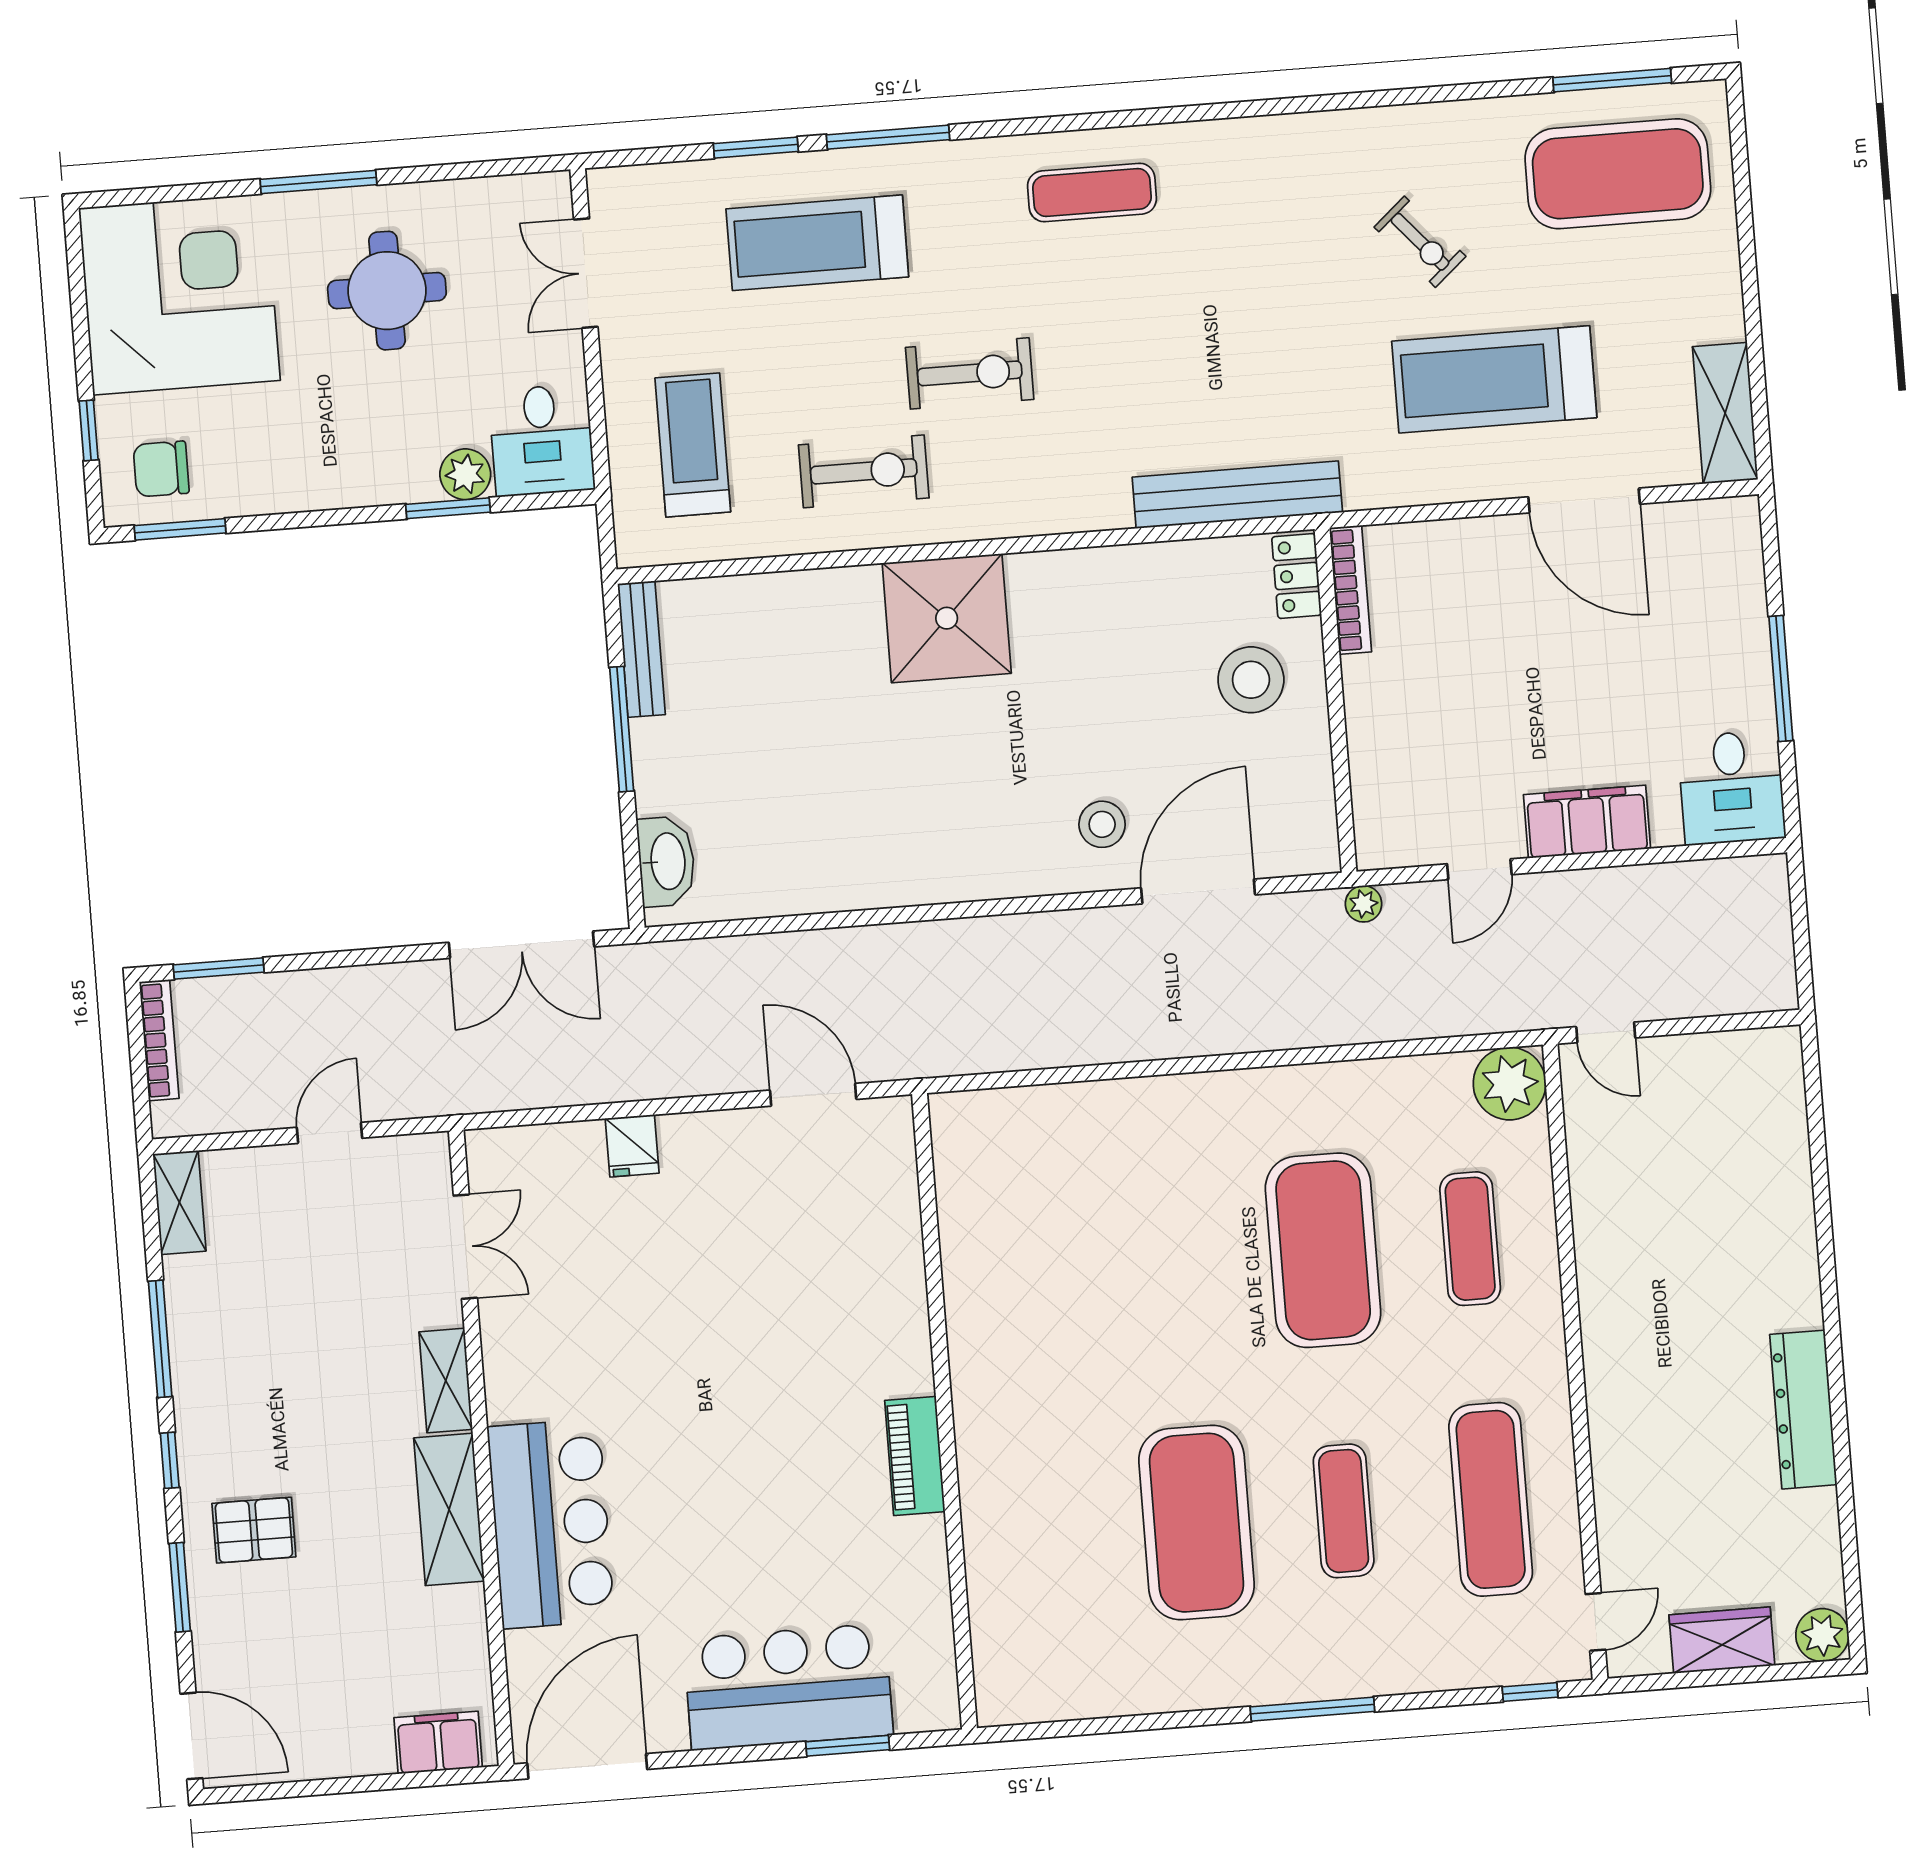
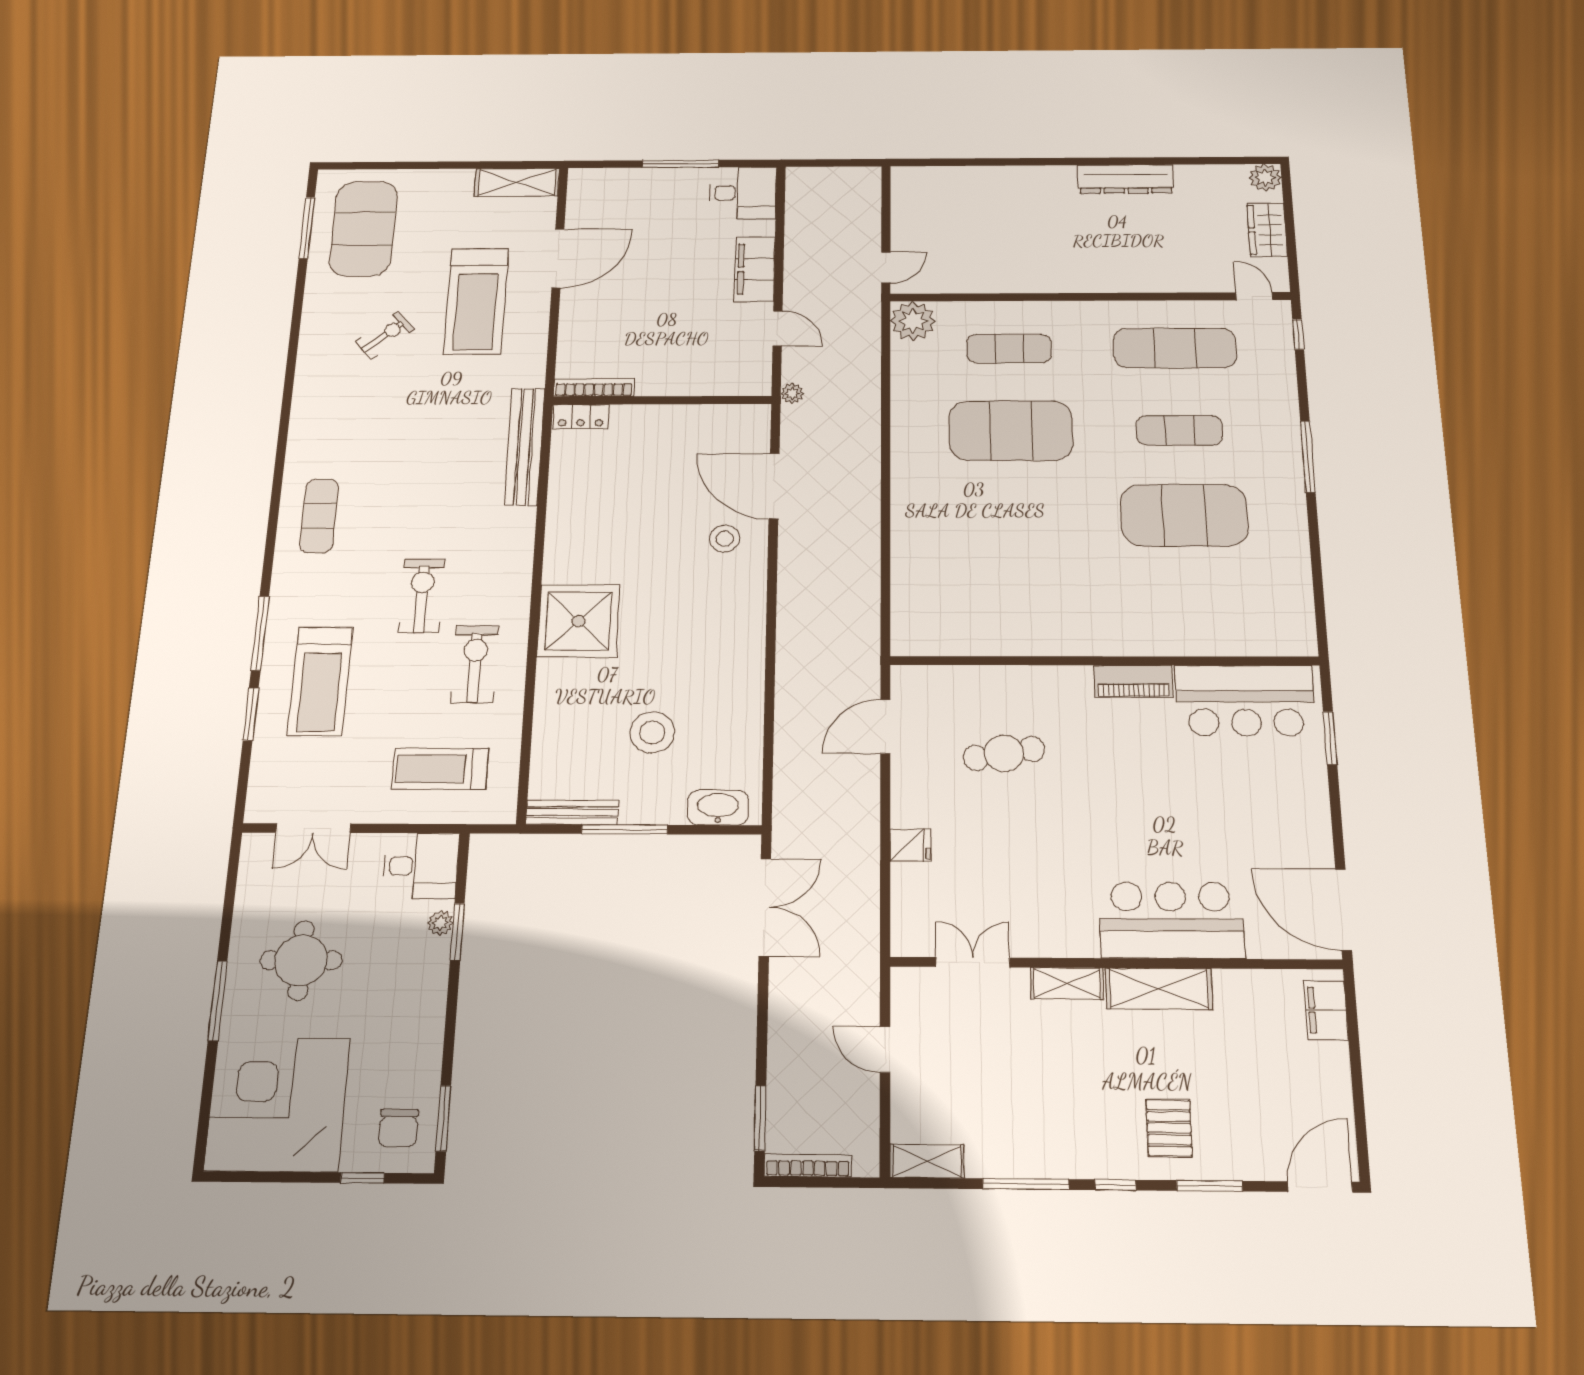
plant: (465, 474) -> (440, 923), width x0.73, depth x0.73
stool: (1251, 680) -> (652, 732), moved
cafe table: (785, 1272) -> (1004, 753), added
bar counter: (788, 1687) -> (1245, 701), moved, turned -90

